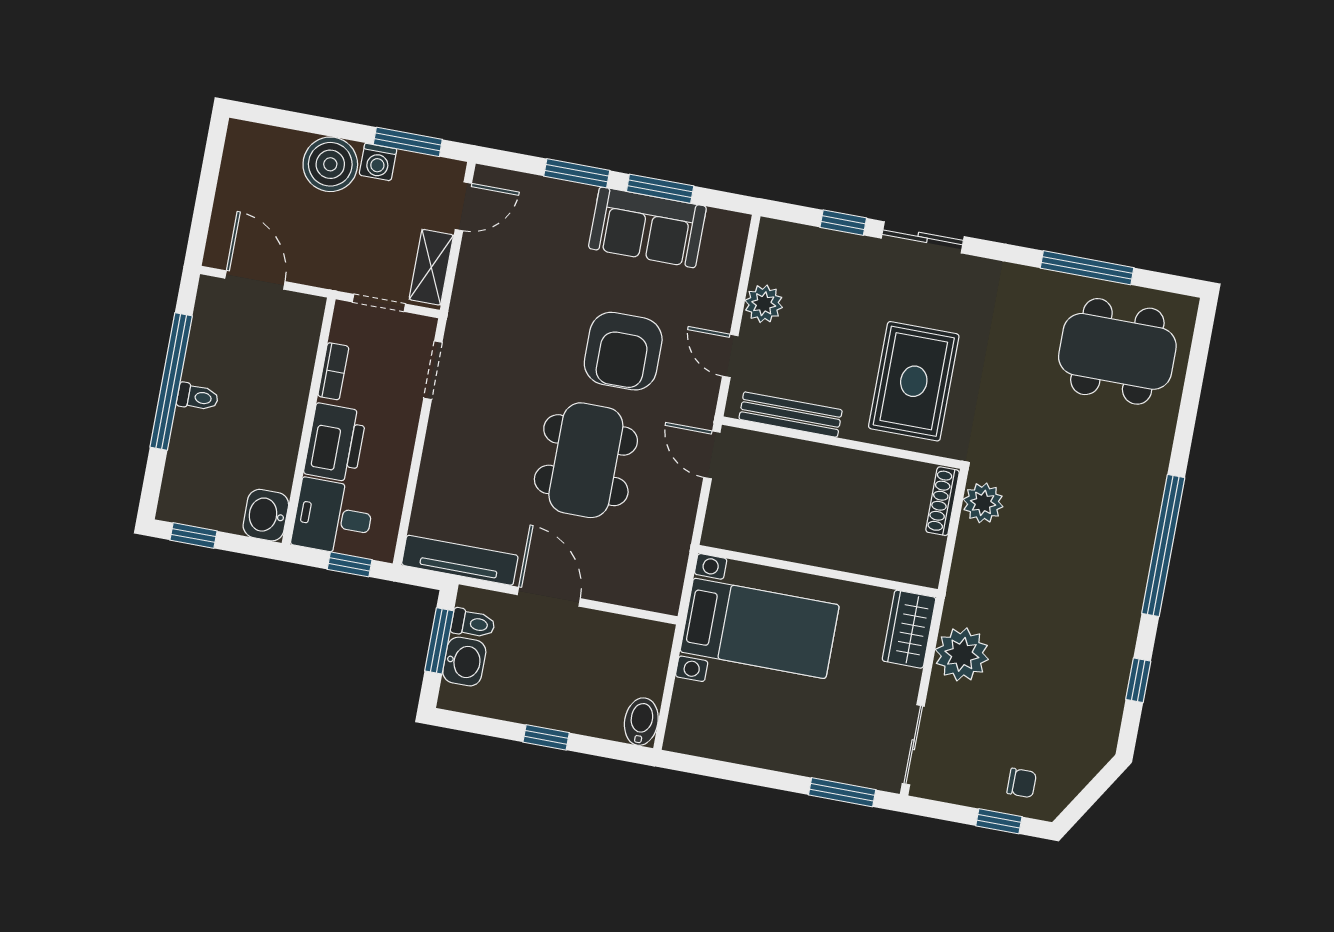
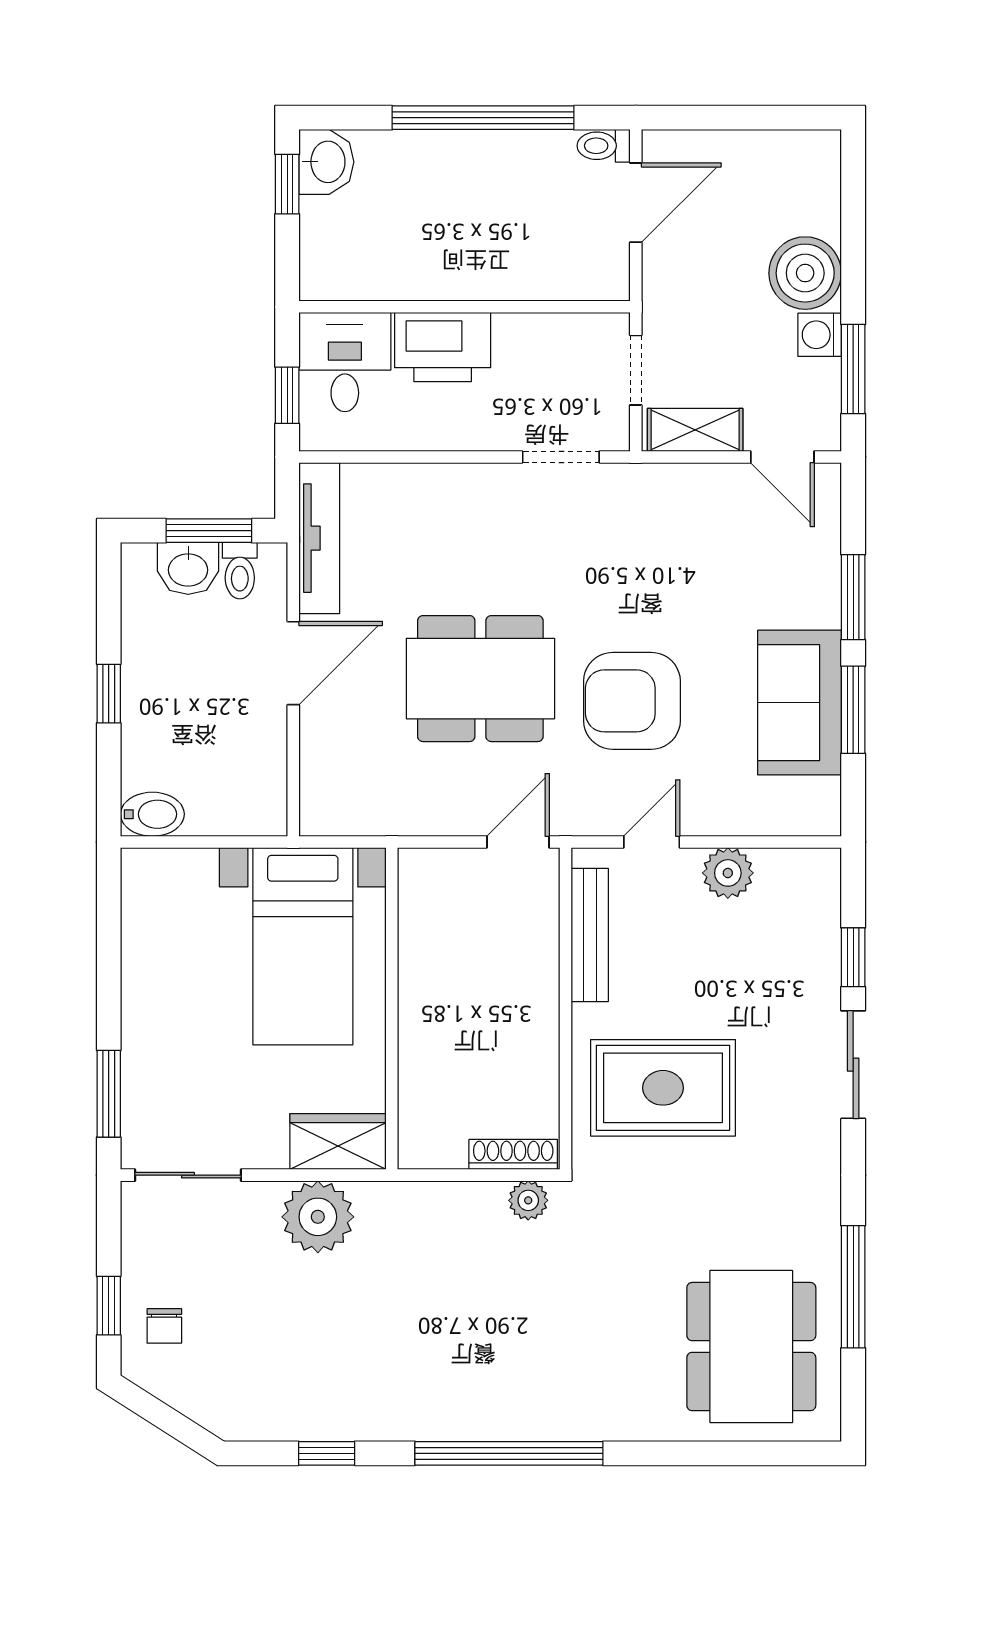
bookcase: (333, 371) -> (535, 327), removed
toilet: (198, 397) -> (604, 146), moved, turned 90
plant: (983, 503) -> (528, 1200), width x0.73, depth x0.73
washbasin: (266, 515) -> (326, 162), moved, turned 90

